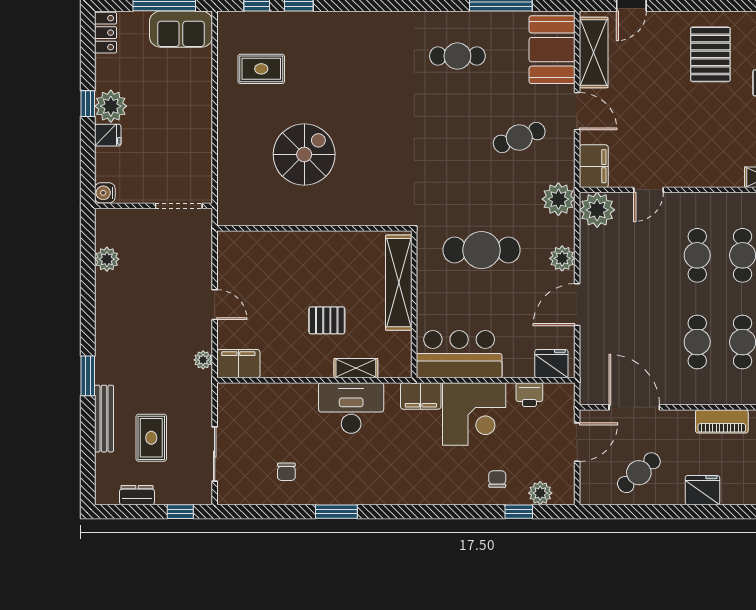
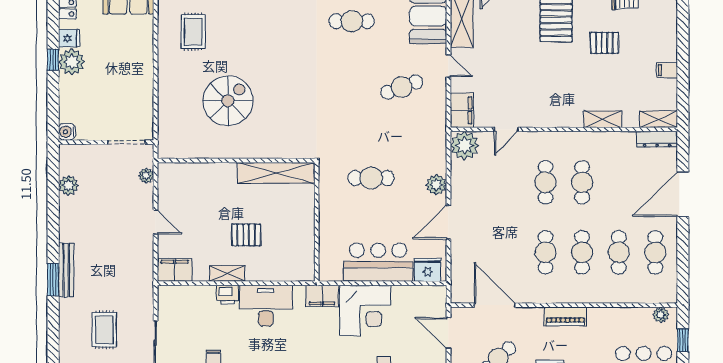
rug: (261, 69) -> (193, 32), turned 90
door: (577, 111) -> (448, 66), width x0.73
fridge: (108, 135) -> (69, 38), moved
plant: (558, 199) -> (433, 137), removed
cafe table: (481, 250) -> (371, 178), width x0.73, depth x0.74
shelving: (399, 283) -> (276, 173), moved, turned 90
bar counter: (459, 354) -> (378, 262), moved
plant: (203, 360) -> (146, 176), moved
shelving: (356, 368) -> (227, 273), moved
printer: (529, 395) -> (227, 295), moved
bench: (104, 419) -> (66, 270), moved
door: (577, 442) -> (448, 333), swing flipped

